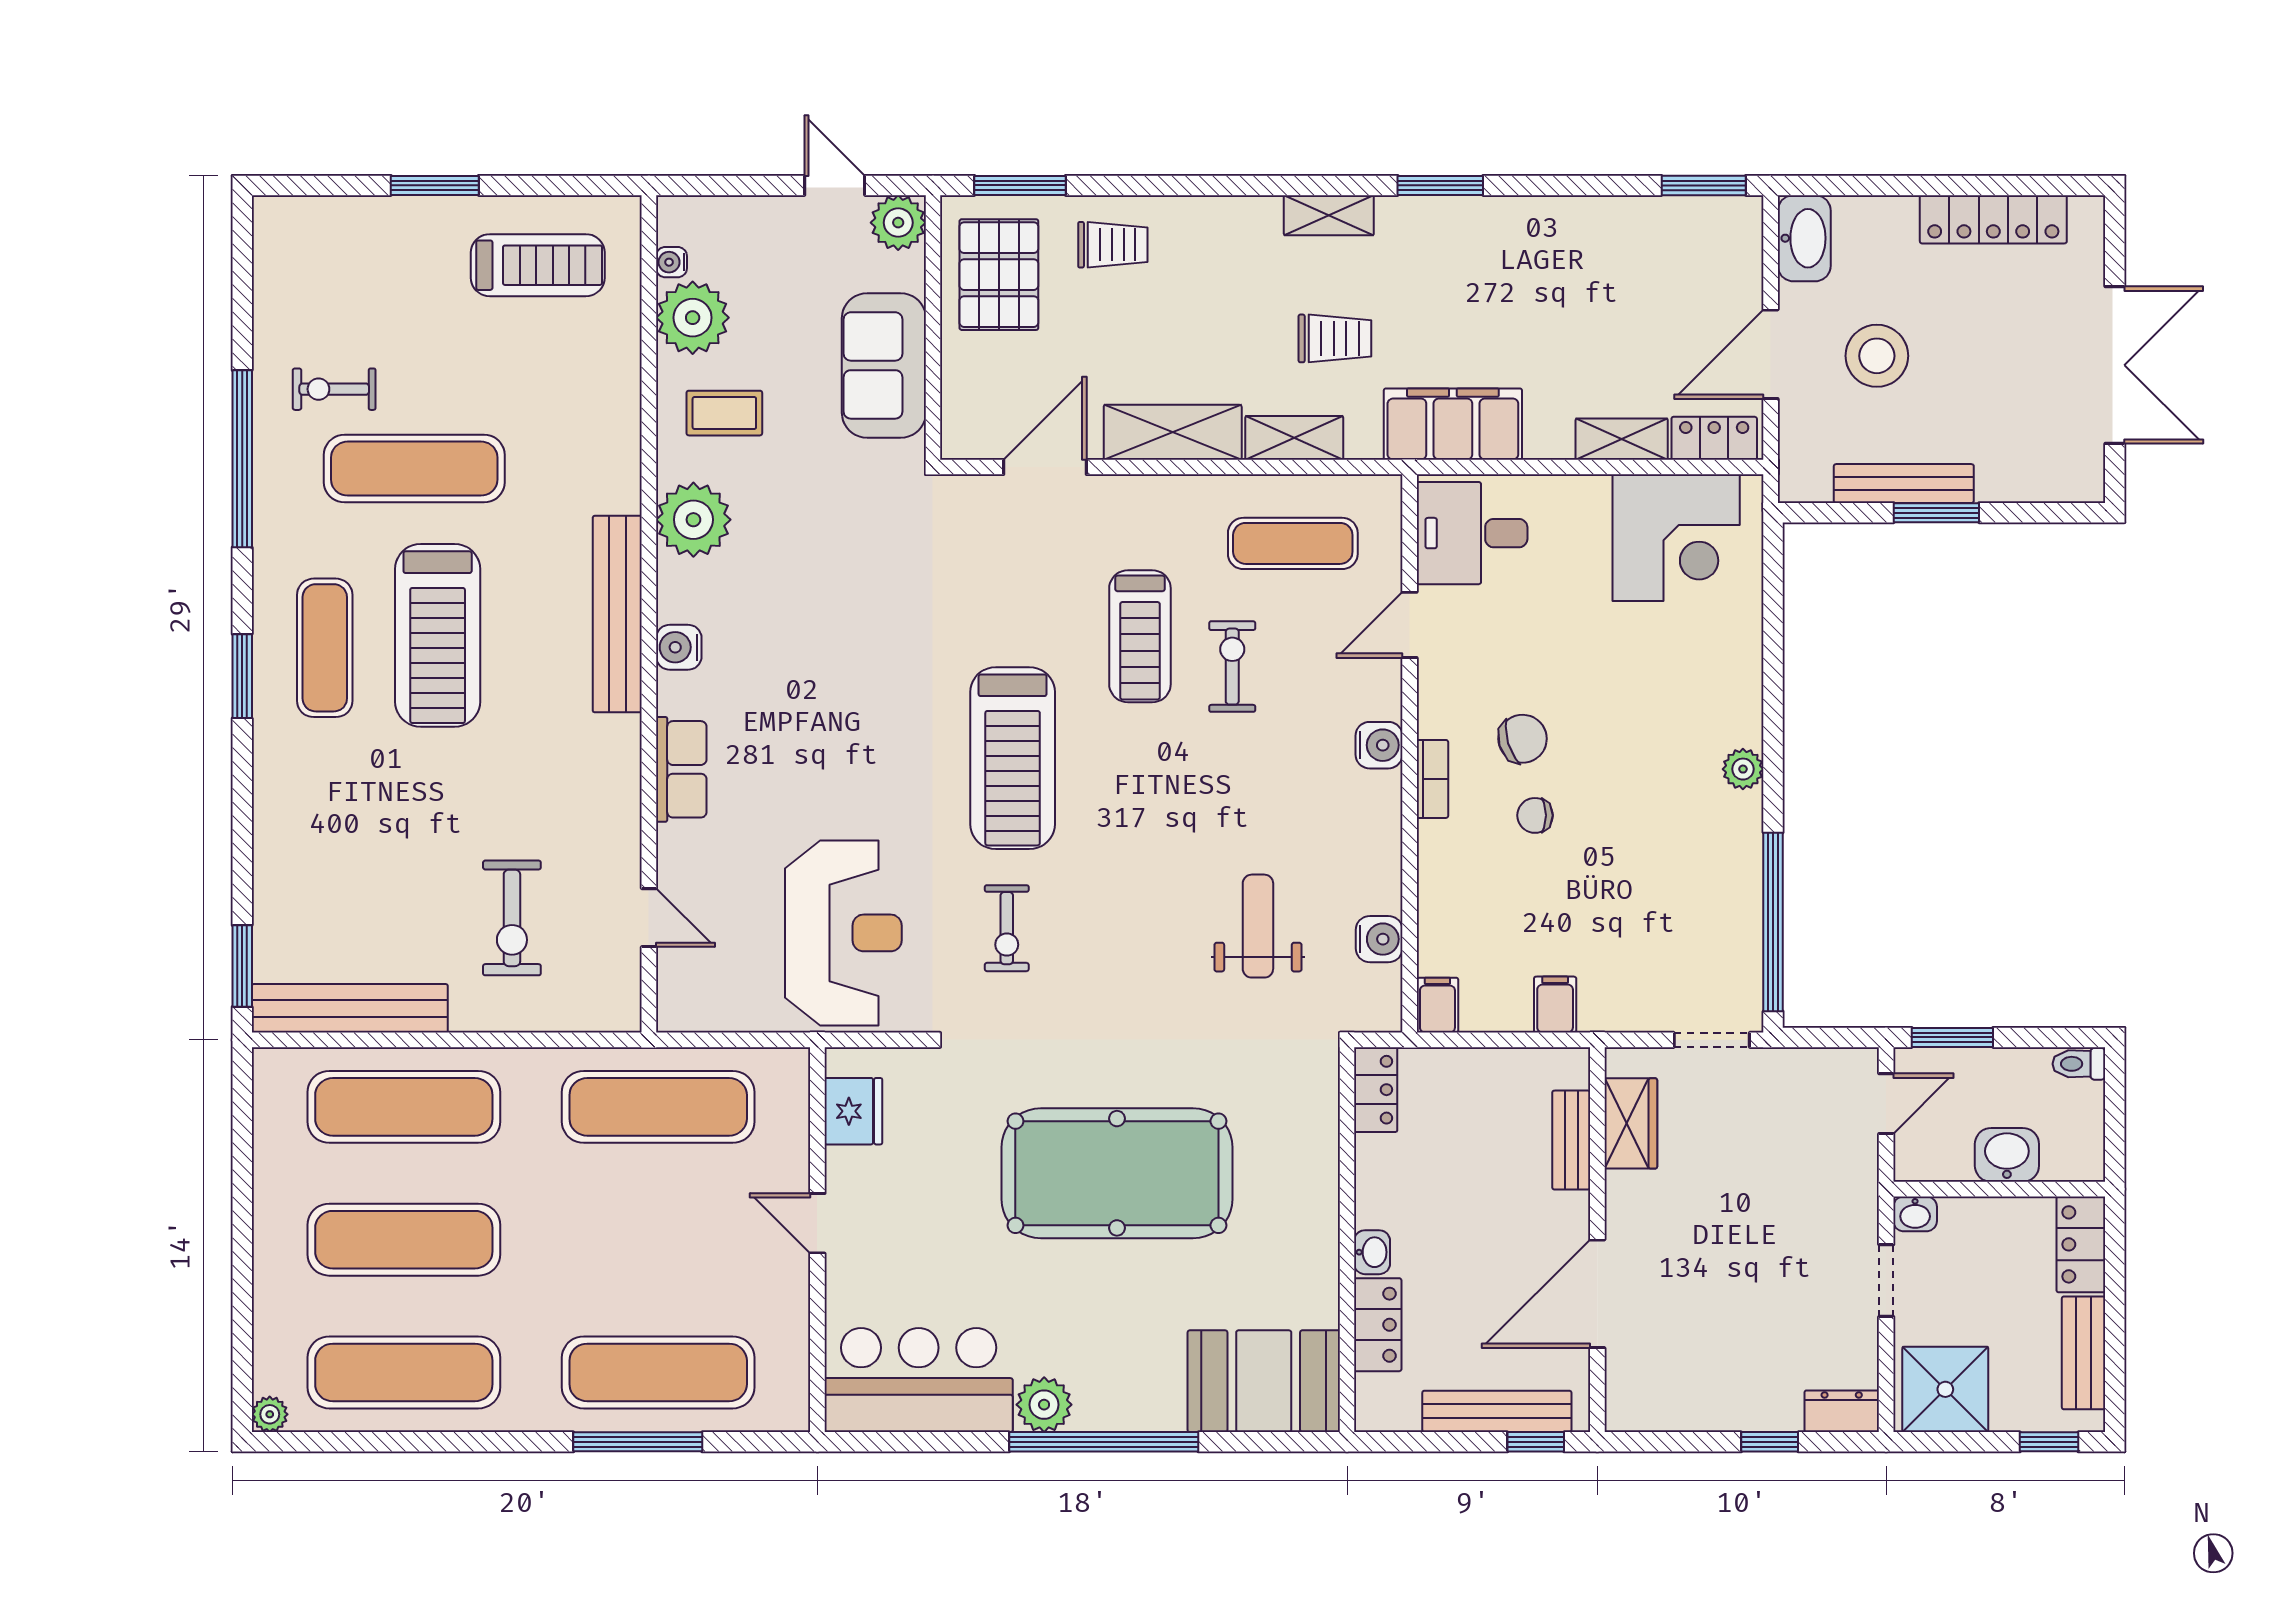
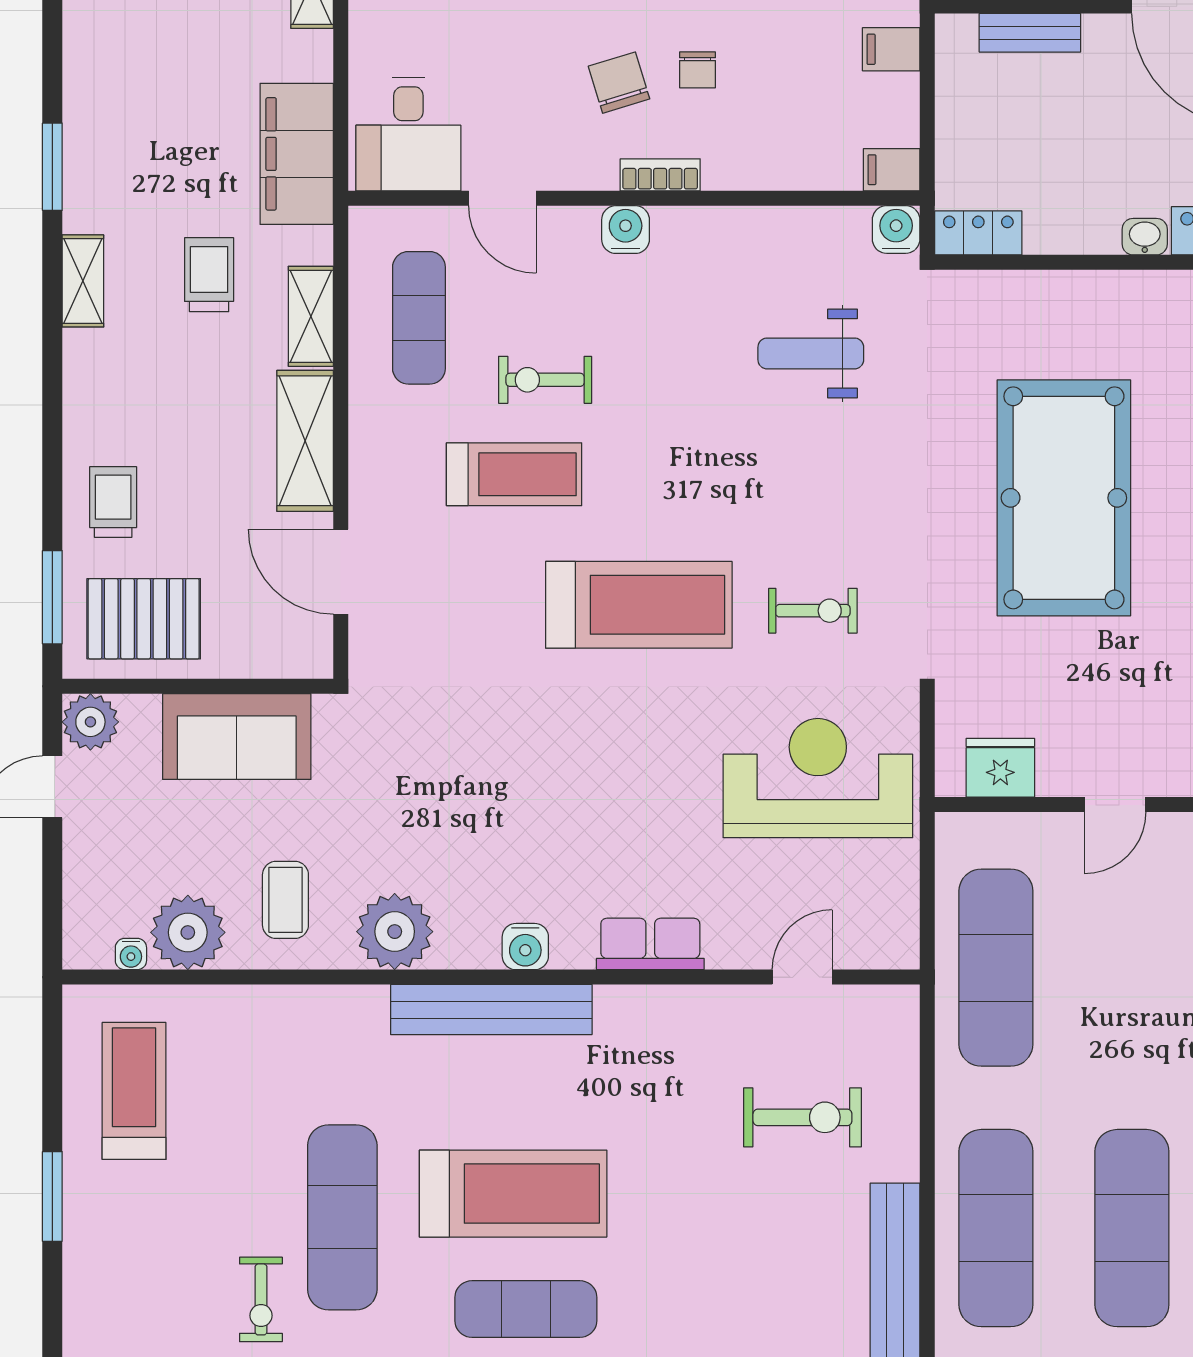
water cooler: (1379, 939) -> (896, 229), moved

